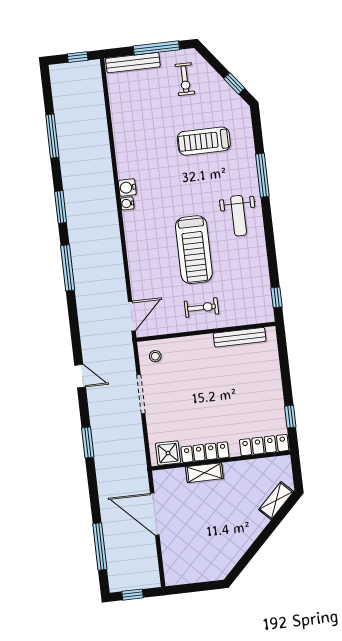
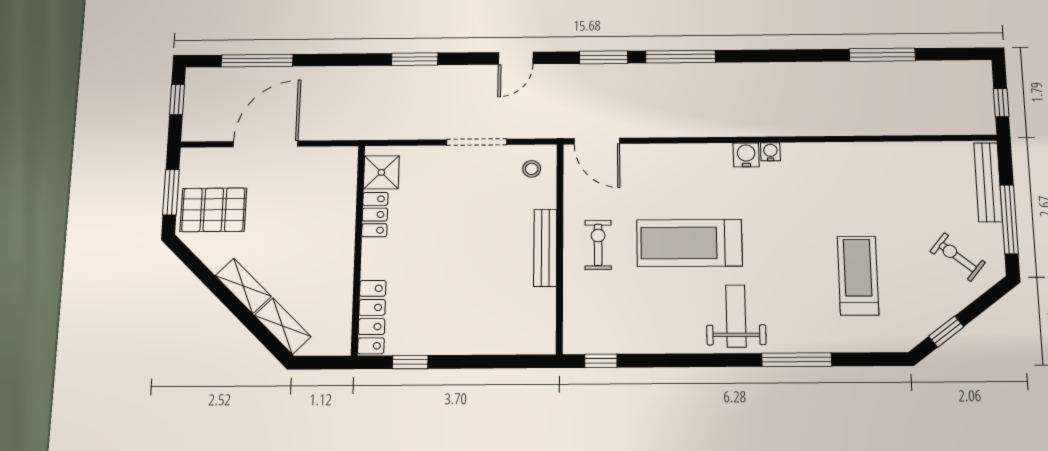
exercise bike: (185, 79) -> (958, 257), turned 39
water cooler: (127, 187) -> (746, 155), moved
window: (61, 207) -> (604, 57), moved
weight bench: (239, 216) -> (736, 316), turned 90
exercise bike: (201, 308) -> (598, 245), turned 180
bench: (240, 337) -> (545, 248), moved
locker: (205, 452) -> (375, 215), width x0.66
shelving: (204, 473) -> (243, 286), moved, turned -45
door: (155, 514) -> (266, 144), moved
pallet: (205, 558) -> (213, 210), added
window: (196, 587) -> (171, 192), added

